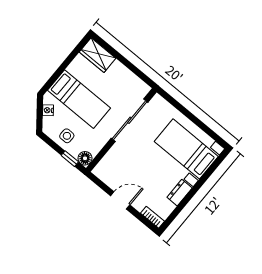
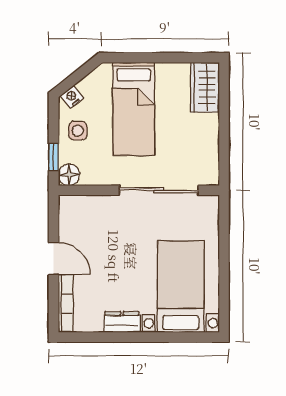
nightstand: (48, 110) -> (72, 97), moved
bookcase: (153, 217) -> (66, 304), width x1.56

